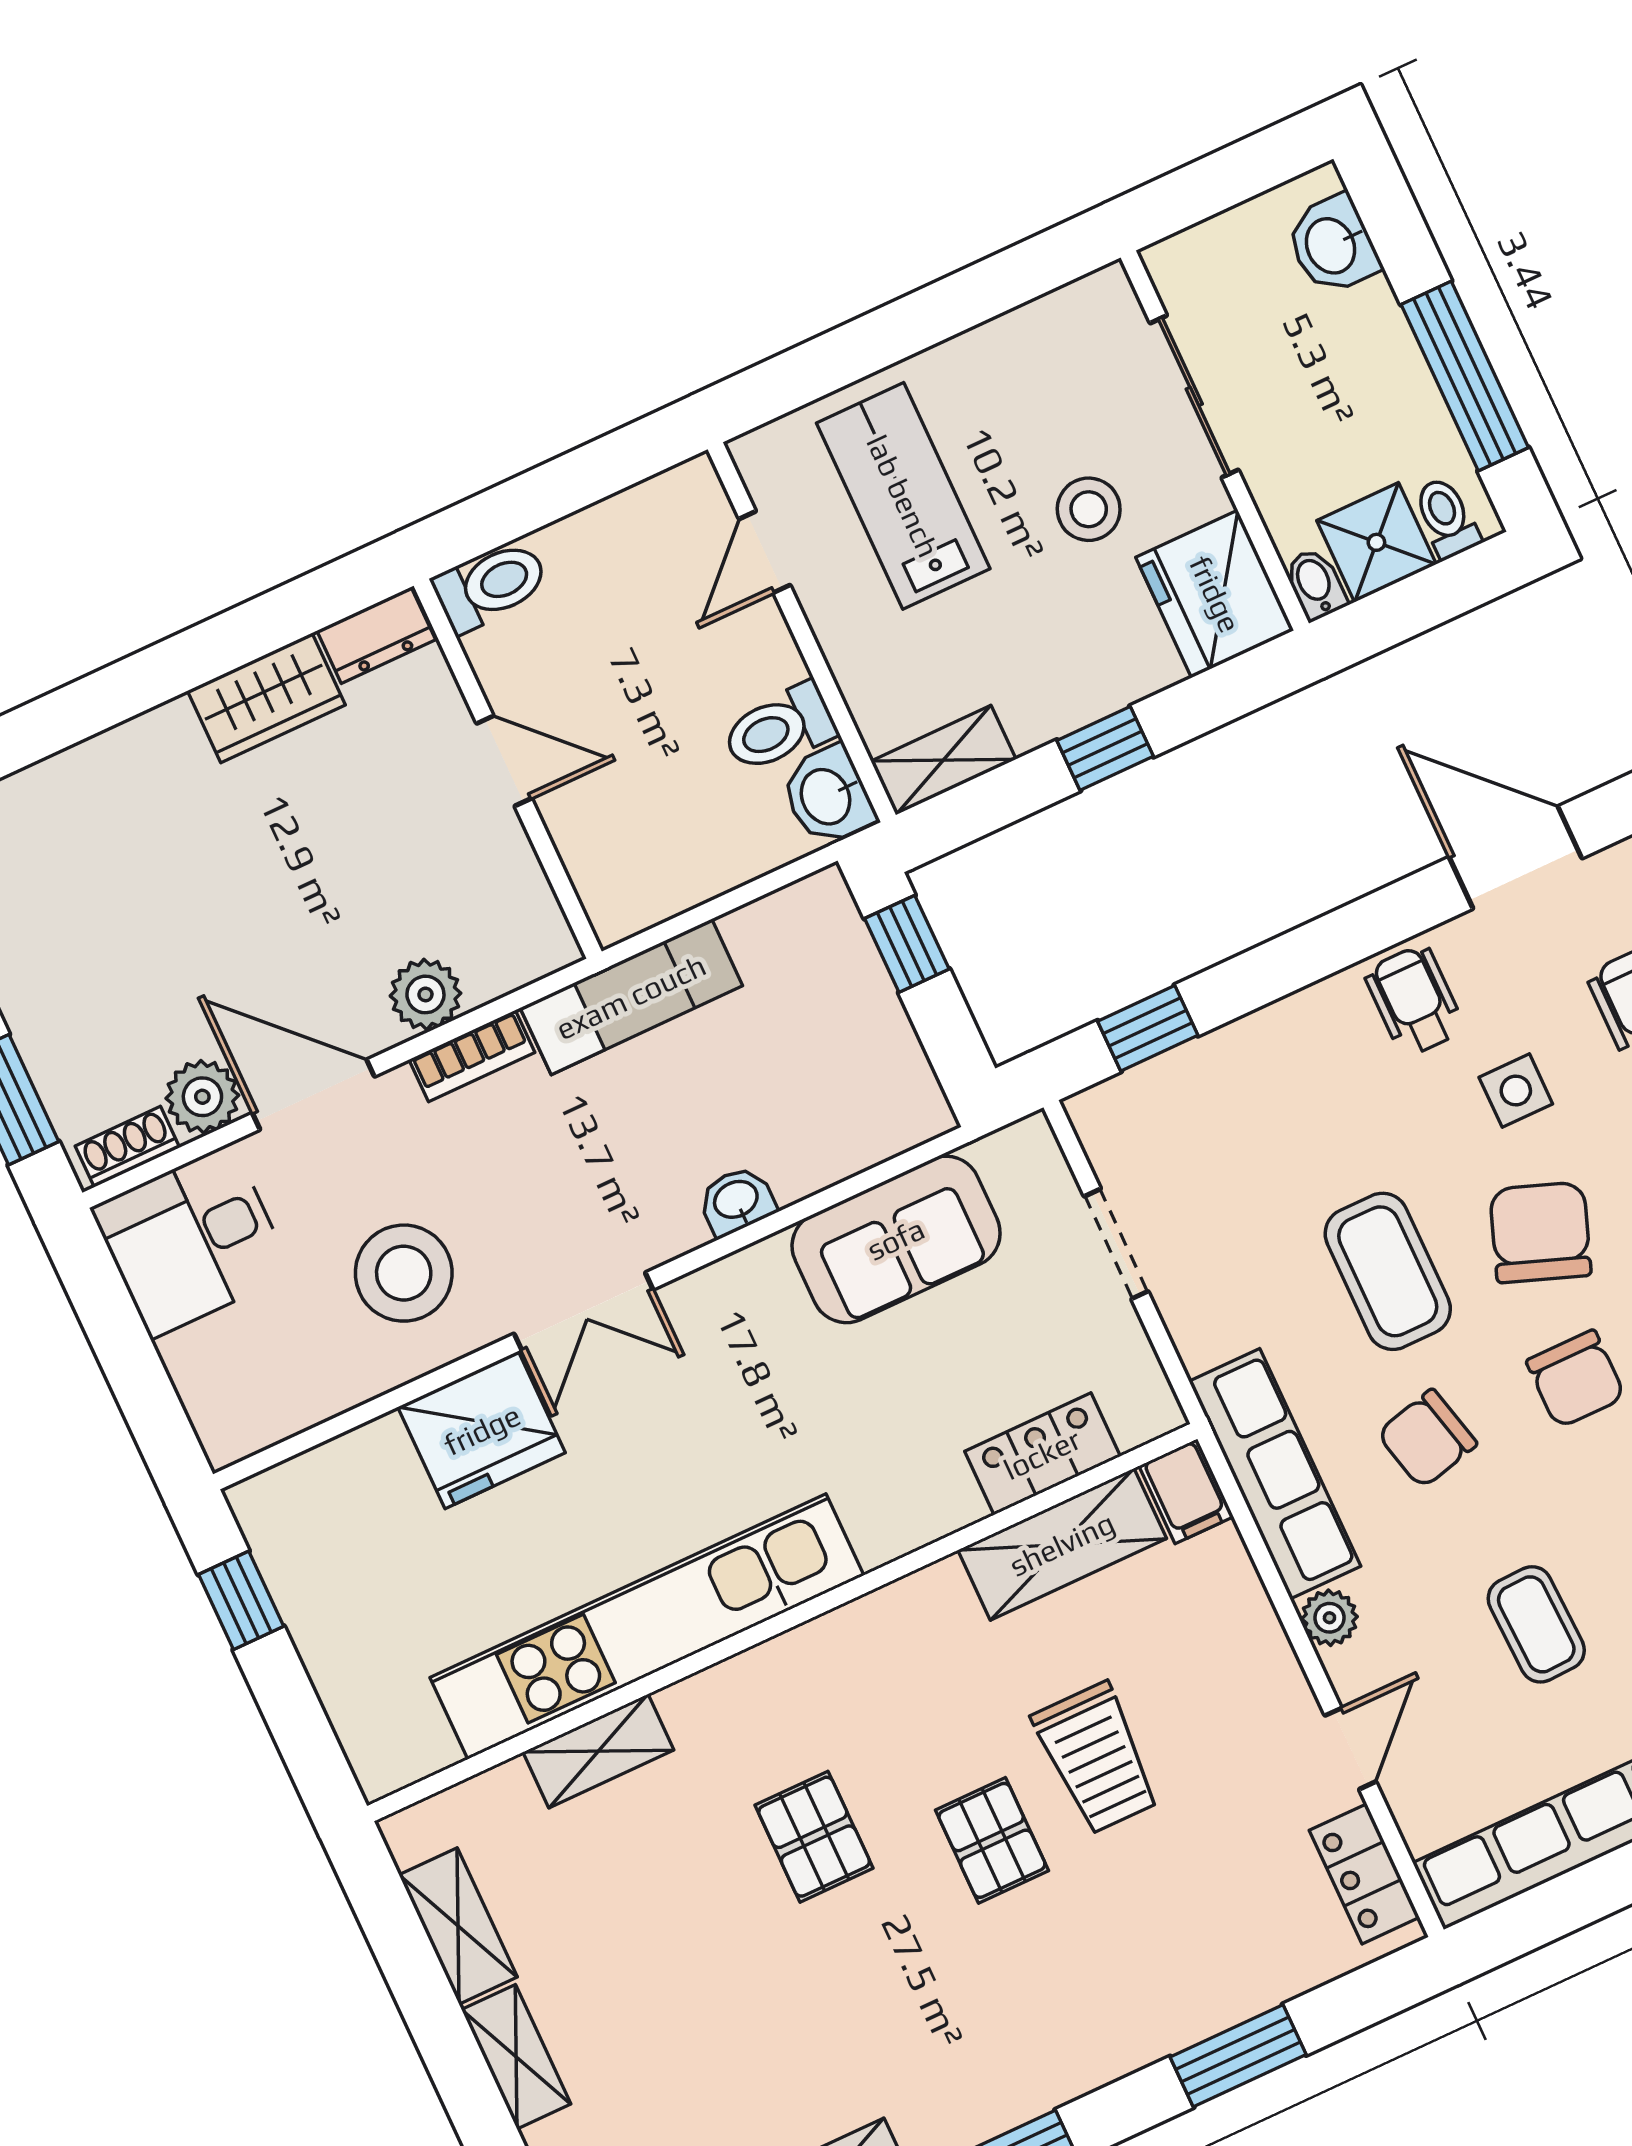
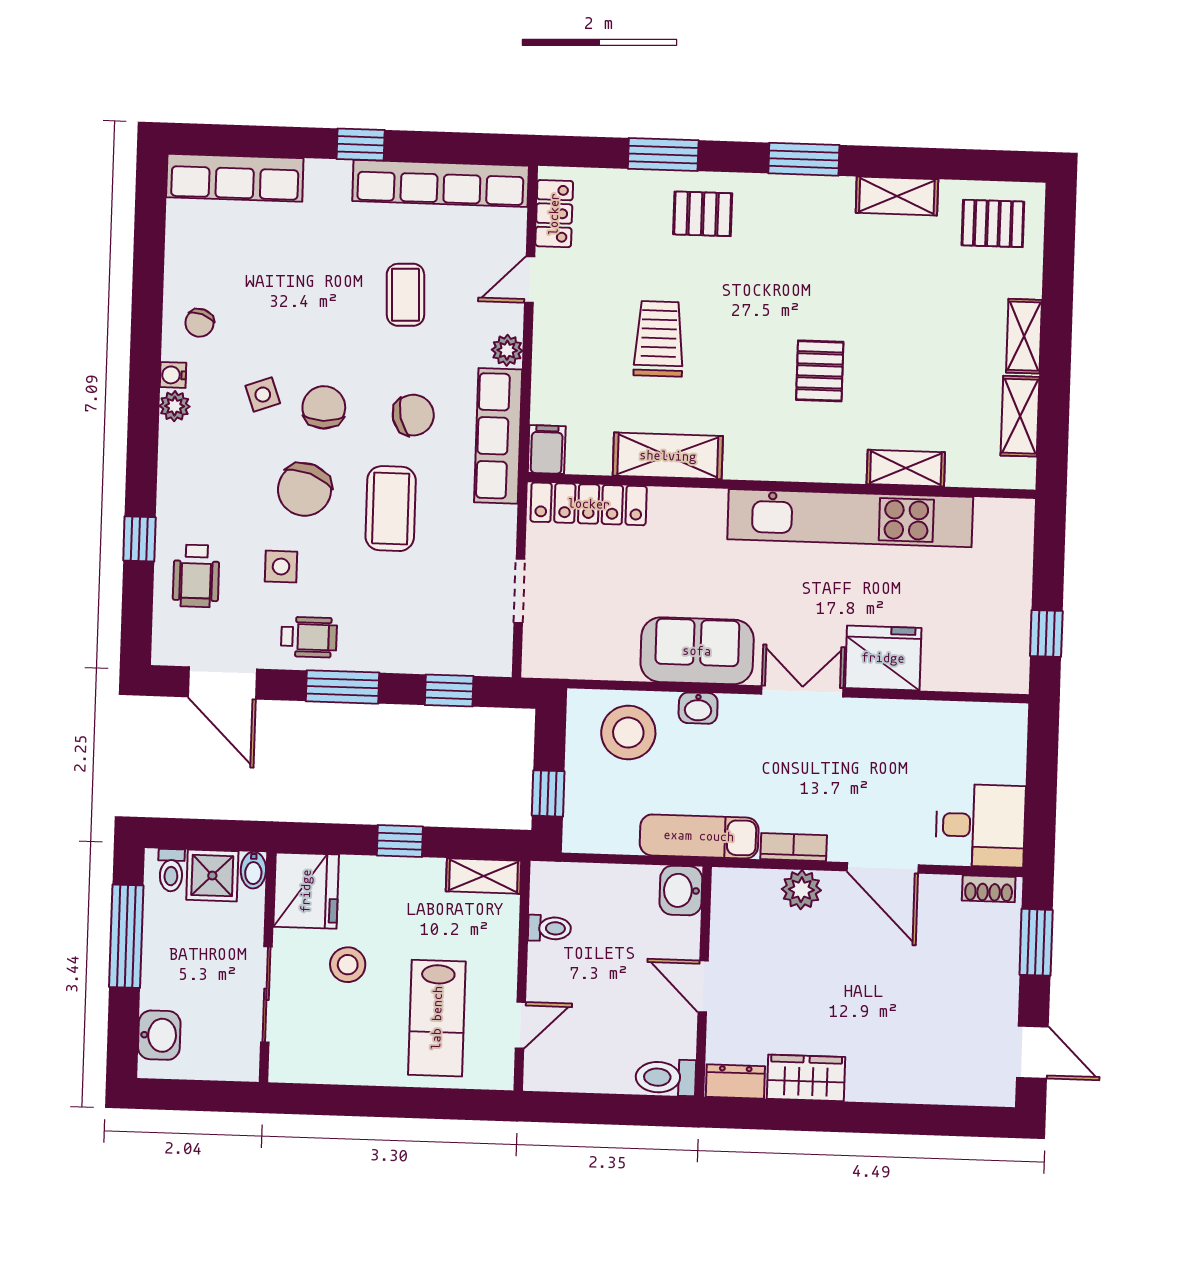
toilet: (779, 728) -> (549, 928), width x0.73, depth x0.72
washbasin: (828, 796) -> (681, 890), moved, turned 180
window: (1321, 948) -> (343, 687), added
wheelchair: (1414, 1001) -> (309, 637), turned -90
plant: (202, 1097) -> (939, 895), removed
sofa: (896, 1239) -> (697, 651), moved
stool: (404, 1273) -> (628, 733), moved
locker: (1042, 1454) -> (589, 504), width x1.53
shelving: (1062, 1544) -> (668, 456), moved
pallet: (992, 1840) -> (703, 214), moved, turned 90

